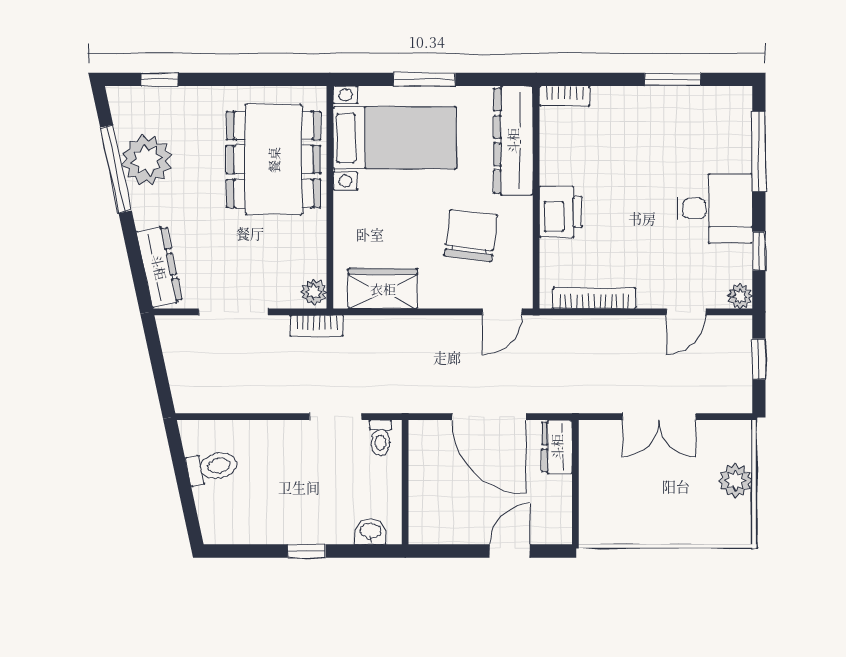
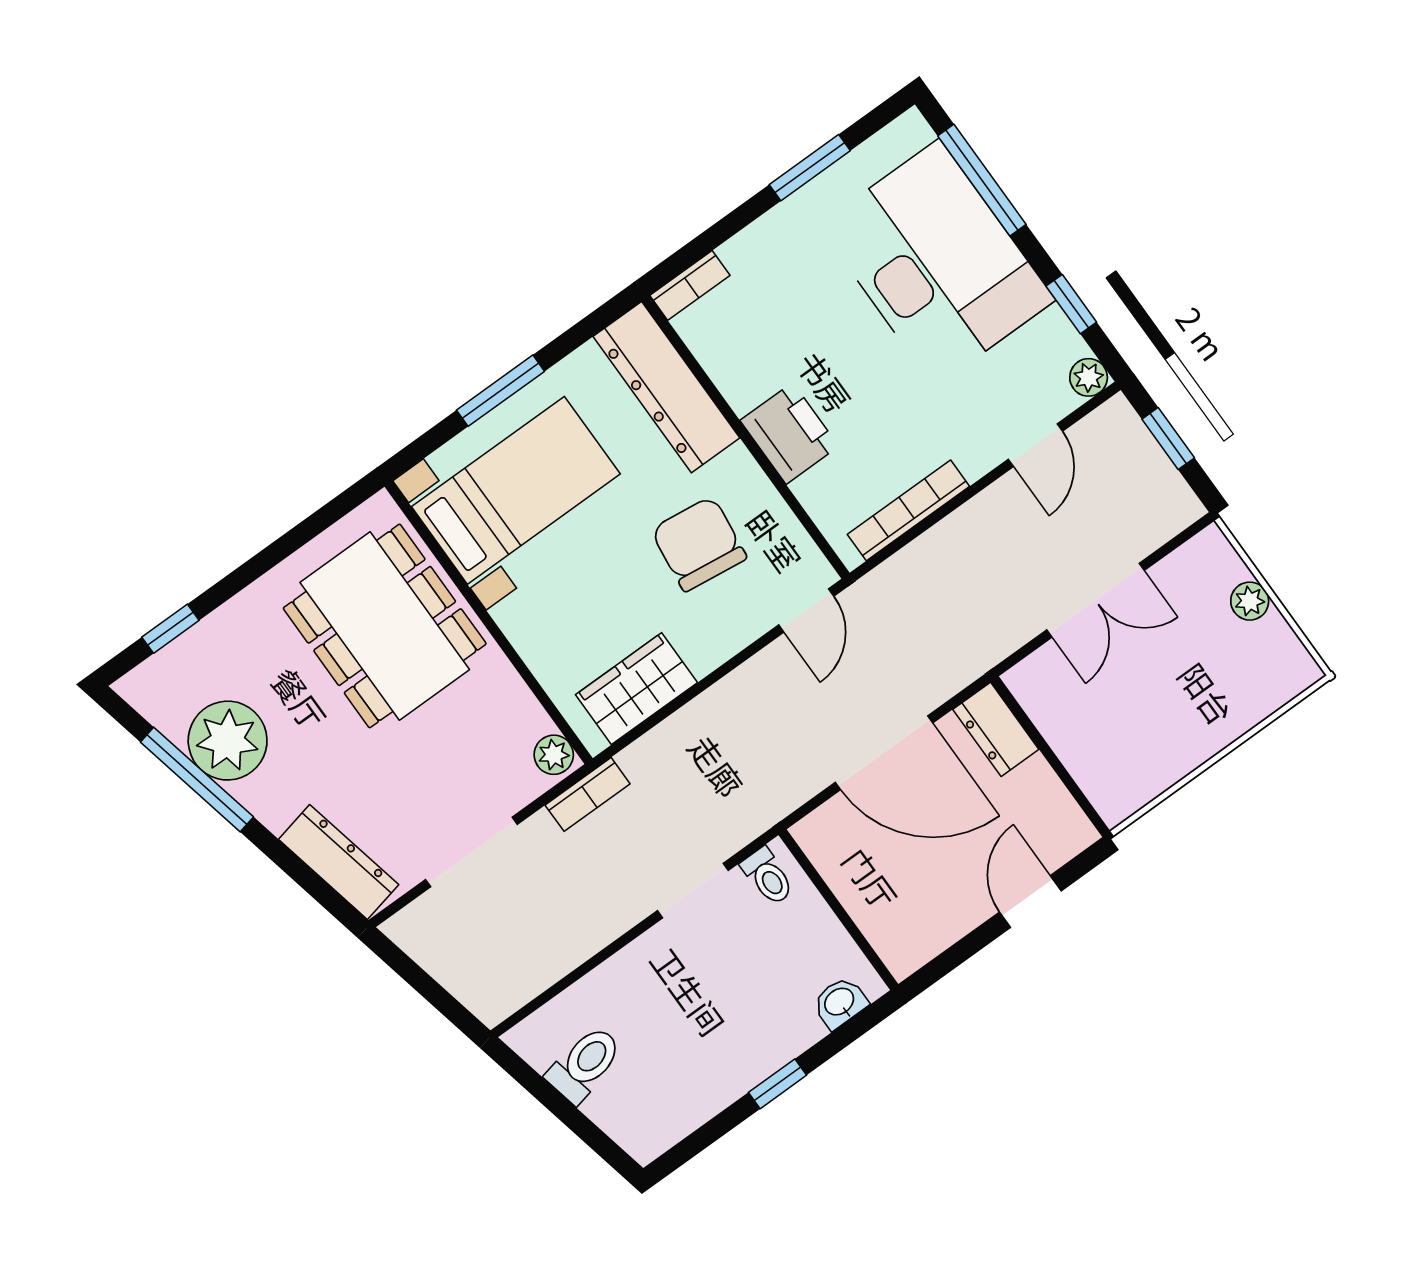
desk: (715, 208) -> (937, 263), width x1.87, depth x1.30
plant: (735, 481) -> (1250, 601), width x0.73, depth x0.73

